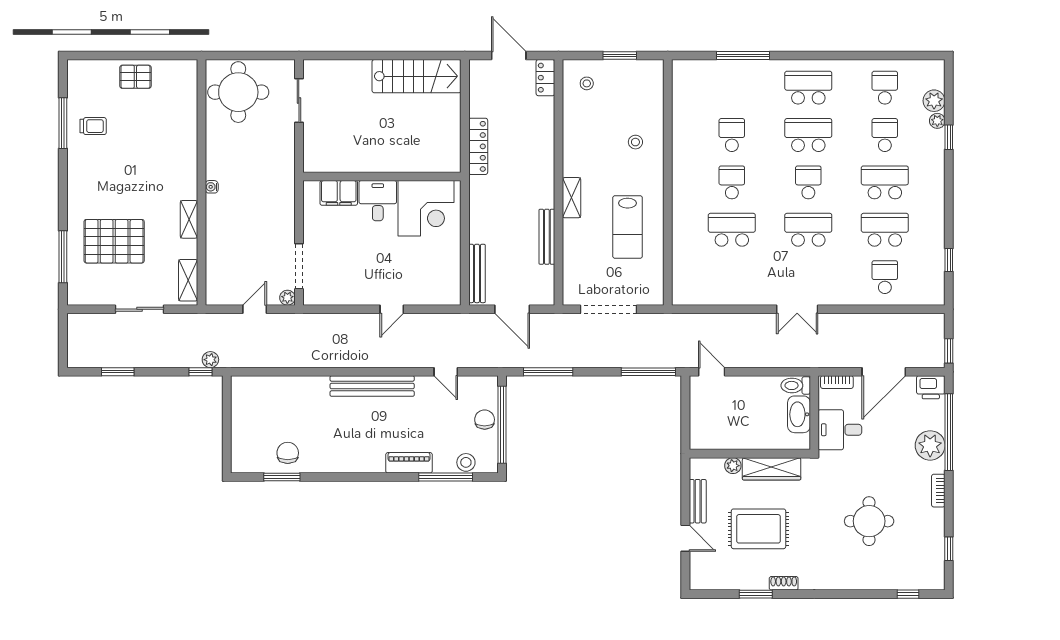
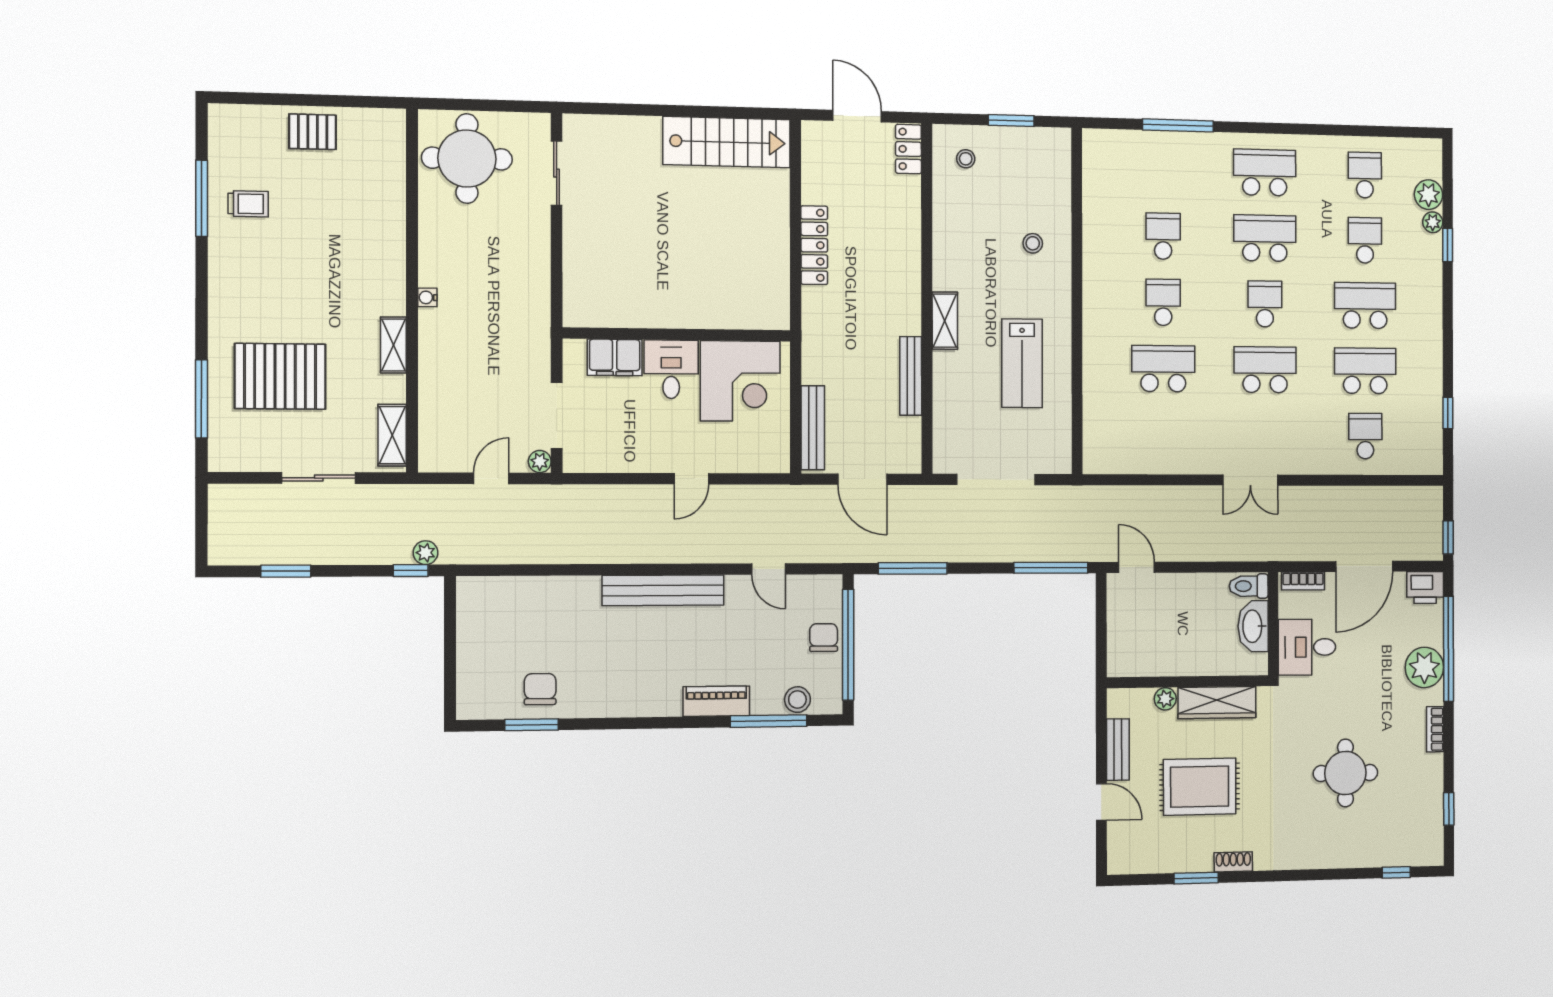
wall: (382, 177) -> (677, 334), moved
filing cabinet: (339, 193) -> (615, 357), moved
desk: (378, 201) -> (671, 369), moved
corner desk: (426, 208) -> (740, 381), moved

